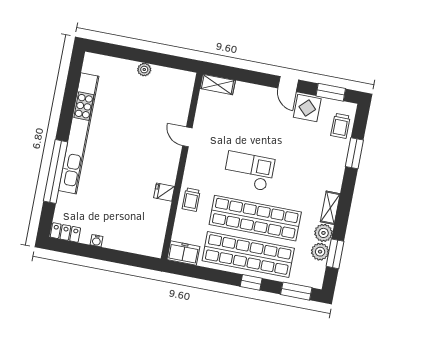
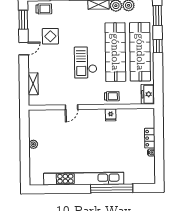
shelving: (218, 84) -> (33, 84), moved
display table: (307, 108) -> (50, 36), moved
locker: (65, 233) -> (150, 138), moved

